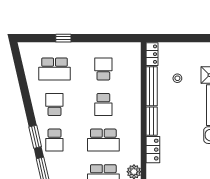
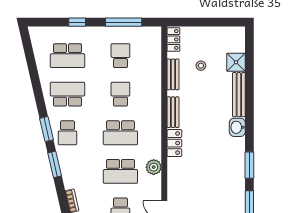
window: (106, 38) -> (124, 22), added
bench: (152, 86) -> (173, 74), width x0.73
school desk: (54, 105) -> (67, 94), width x1.85
school desk: (103, 105) -> (120, 94), turned 180

